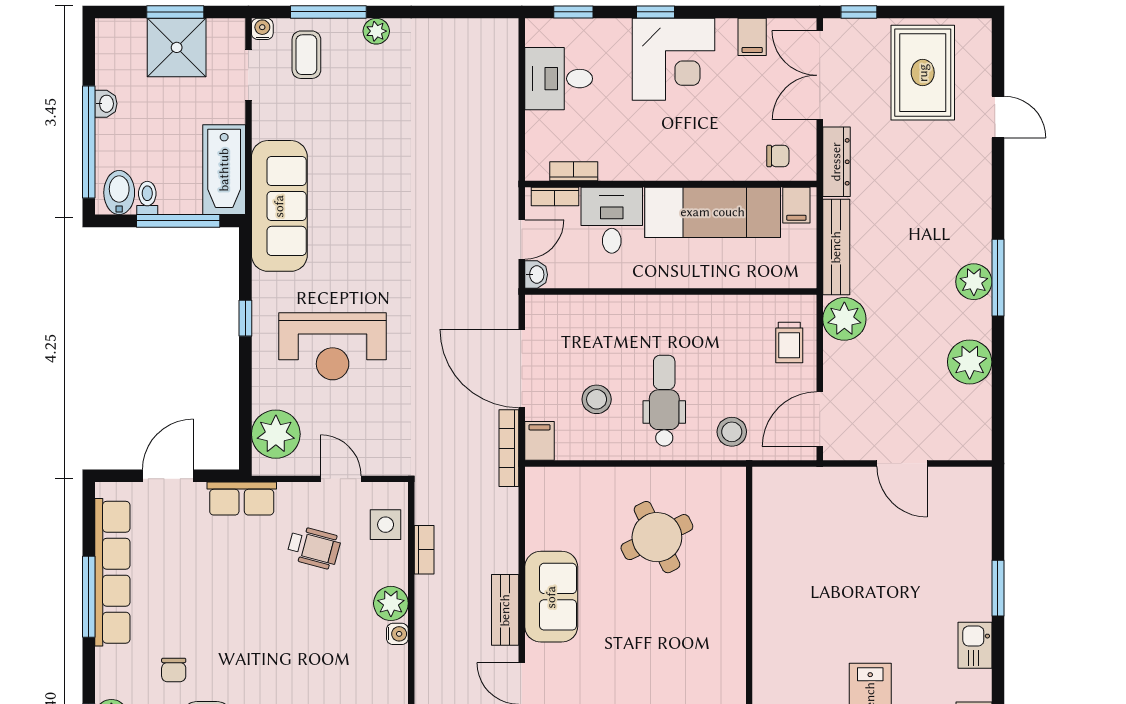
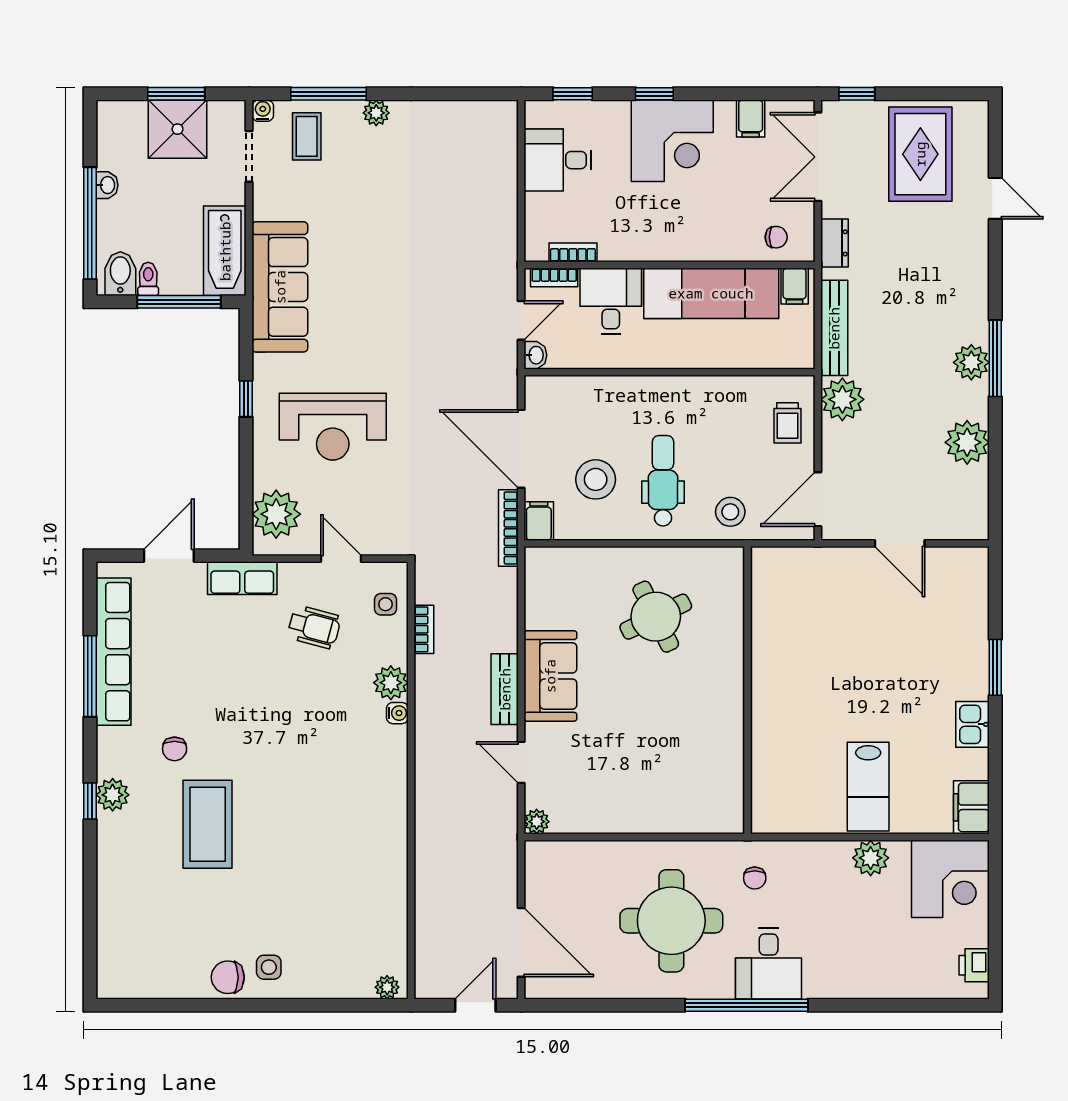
dresser: (836, 162) -> (835, 243), width x0.70
stool: (597, 399) -> (596, 479), width x1.38, depth x1.38
side table: (386, 525) -> (386, 604), width x0.73, depth x0.73

